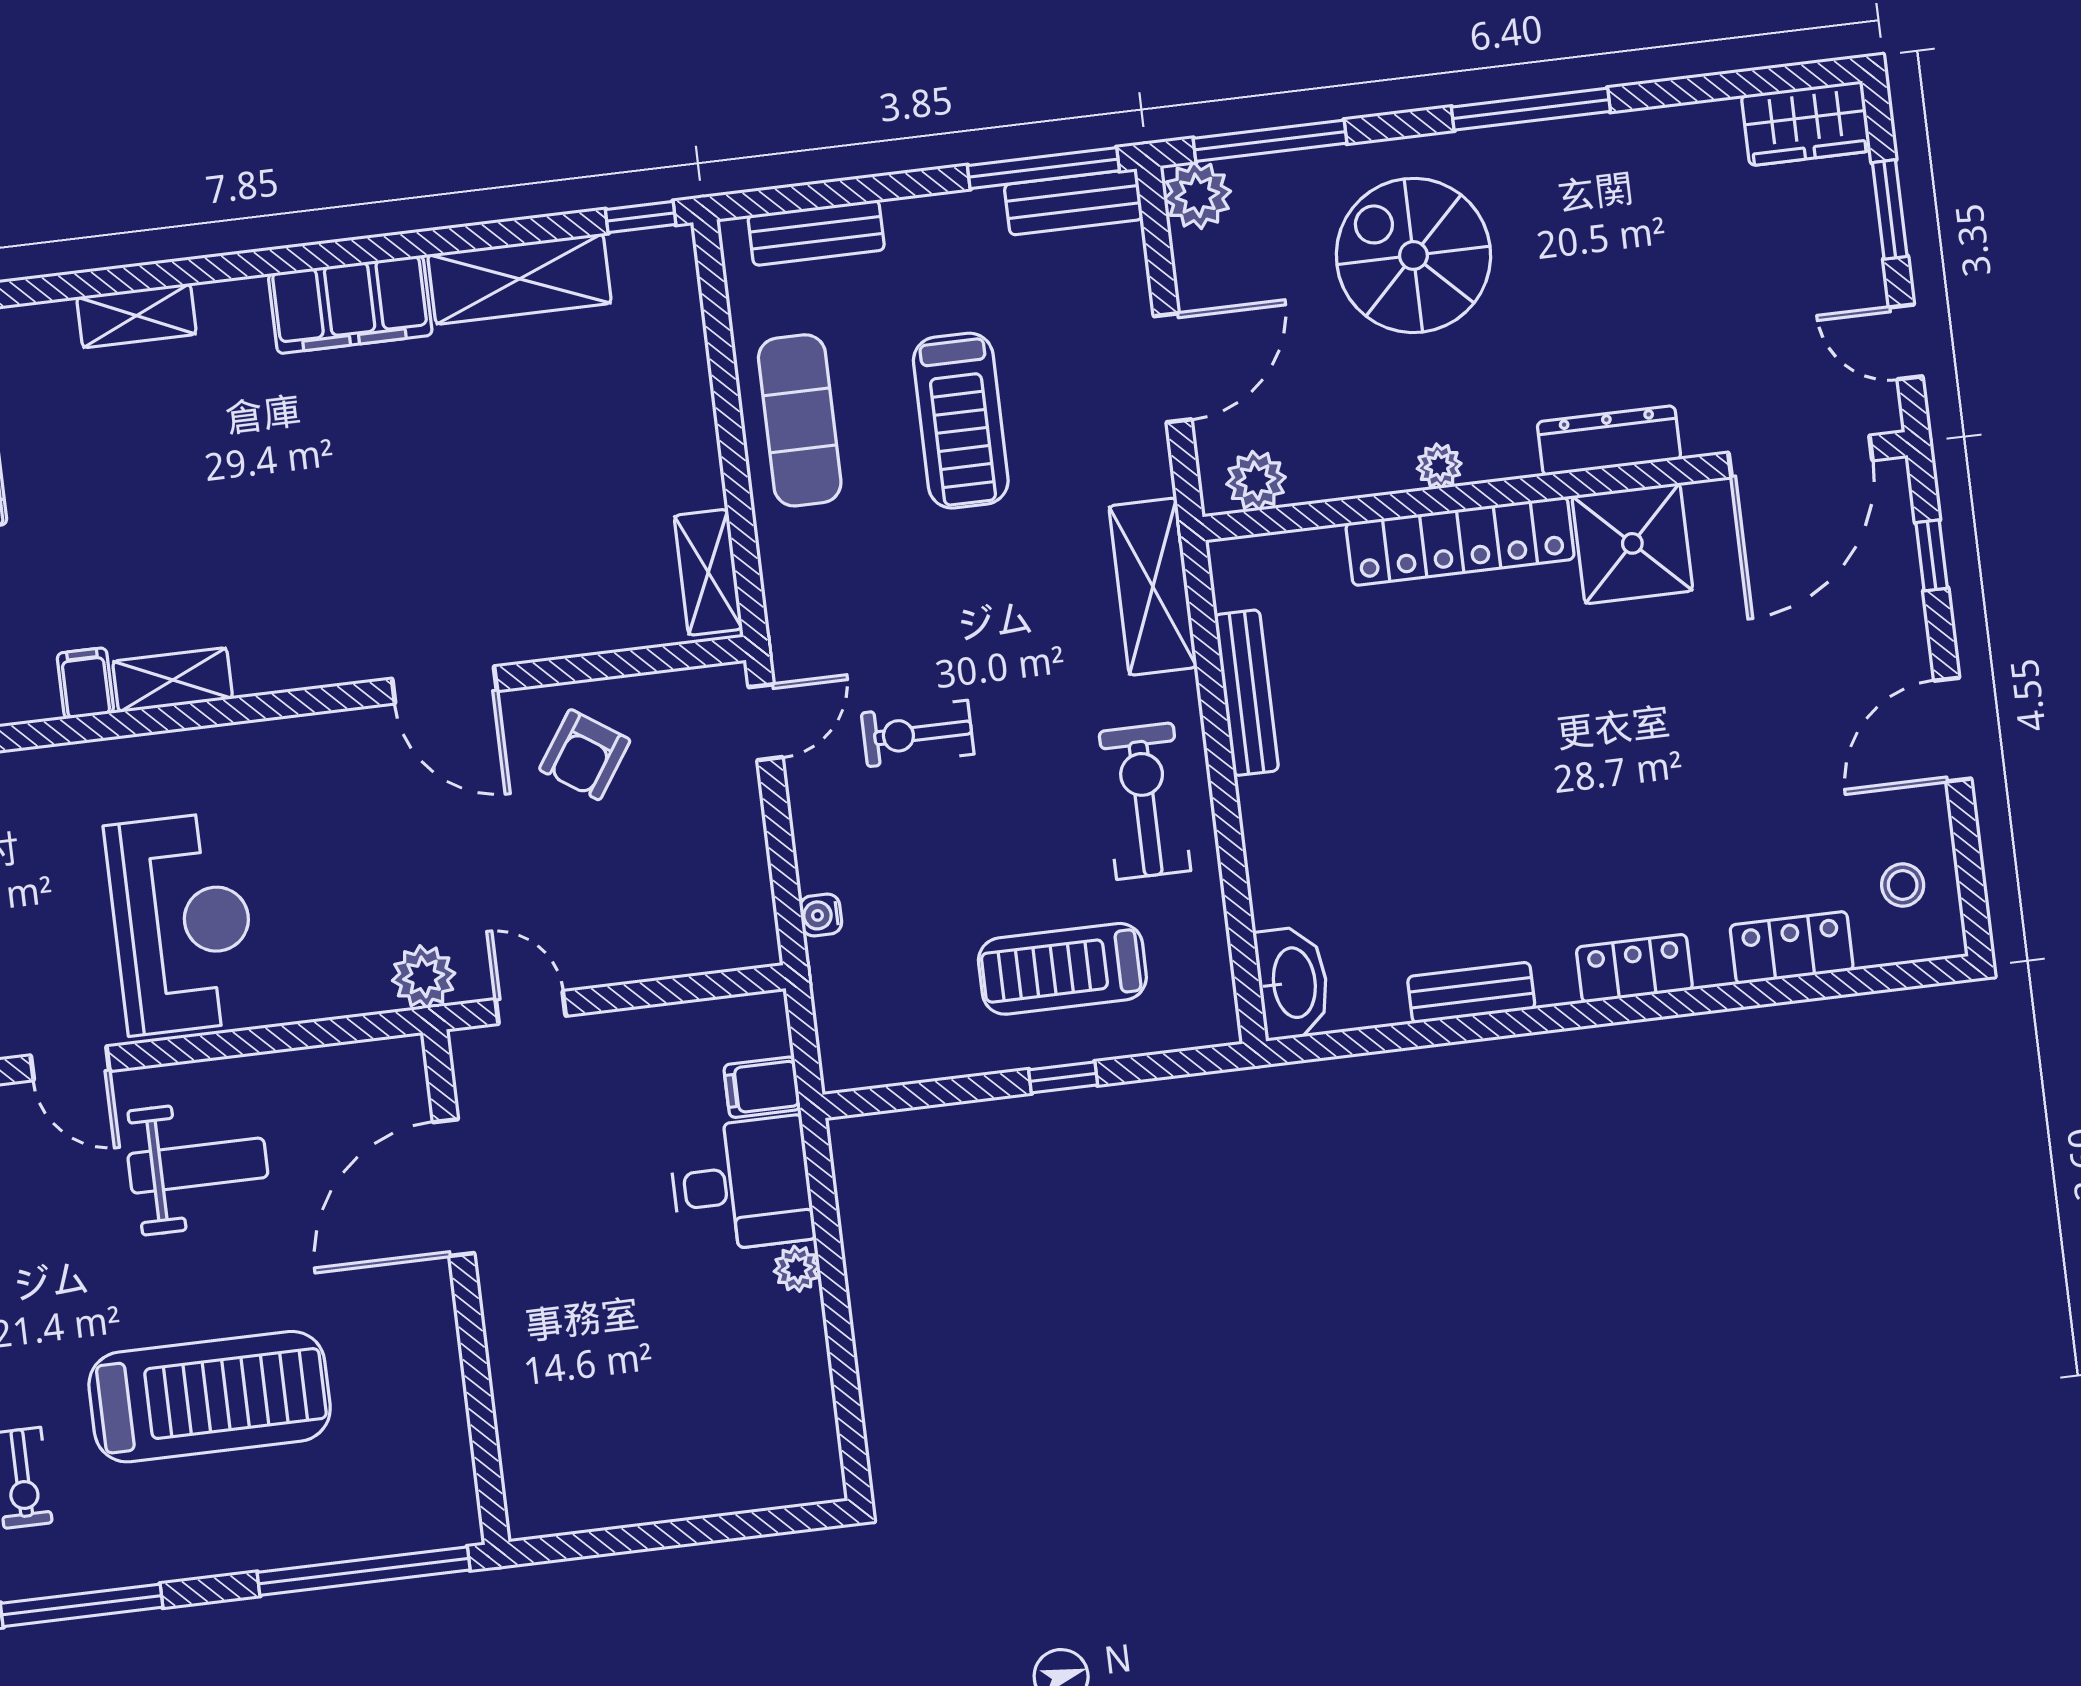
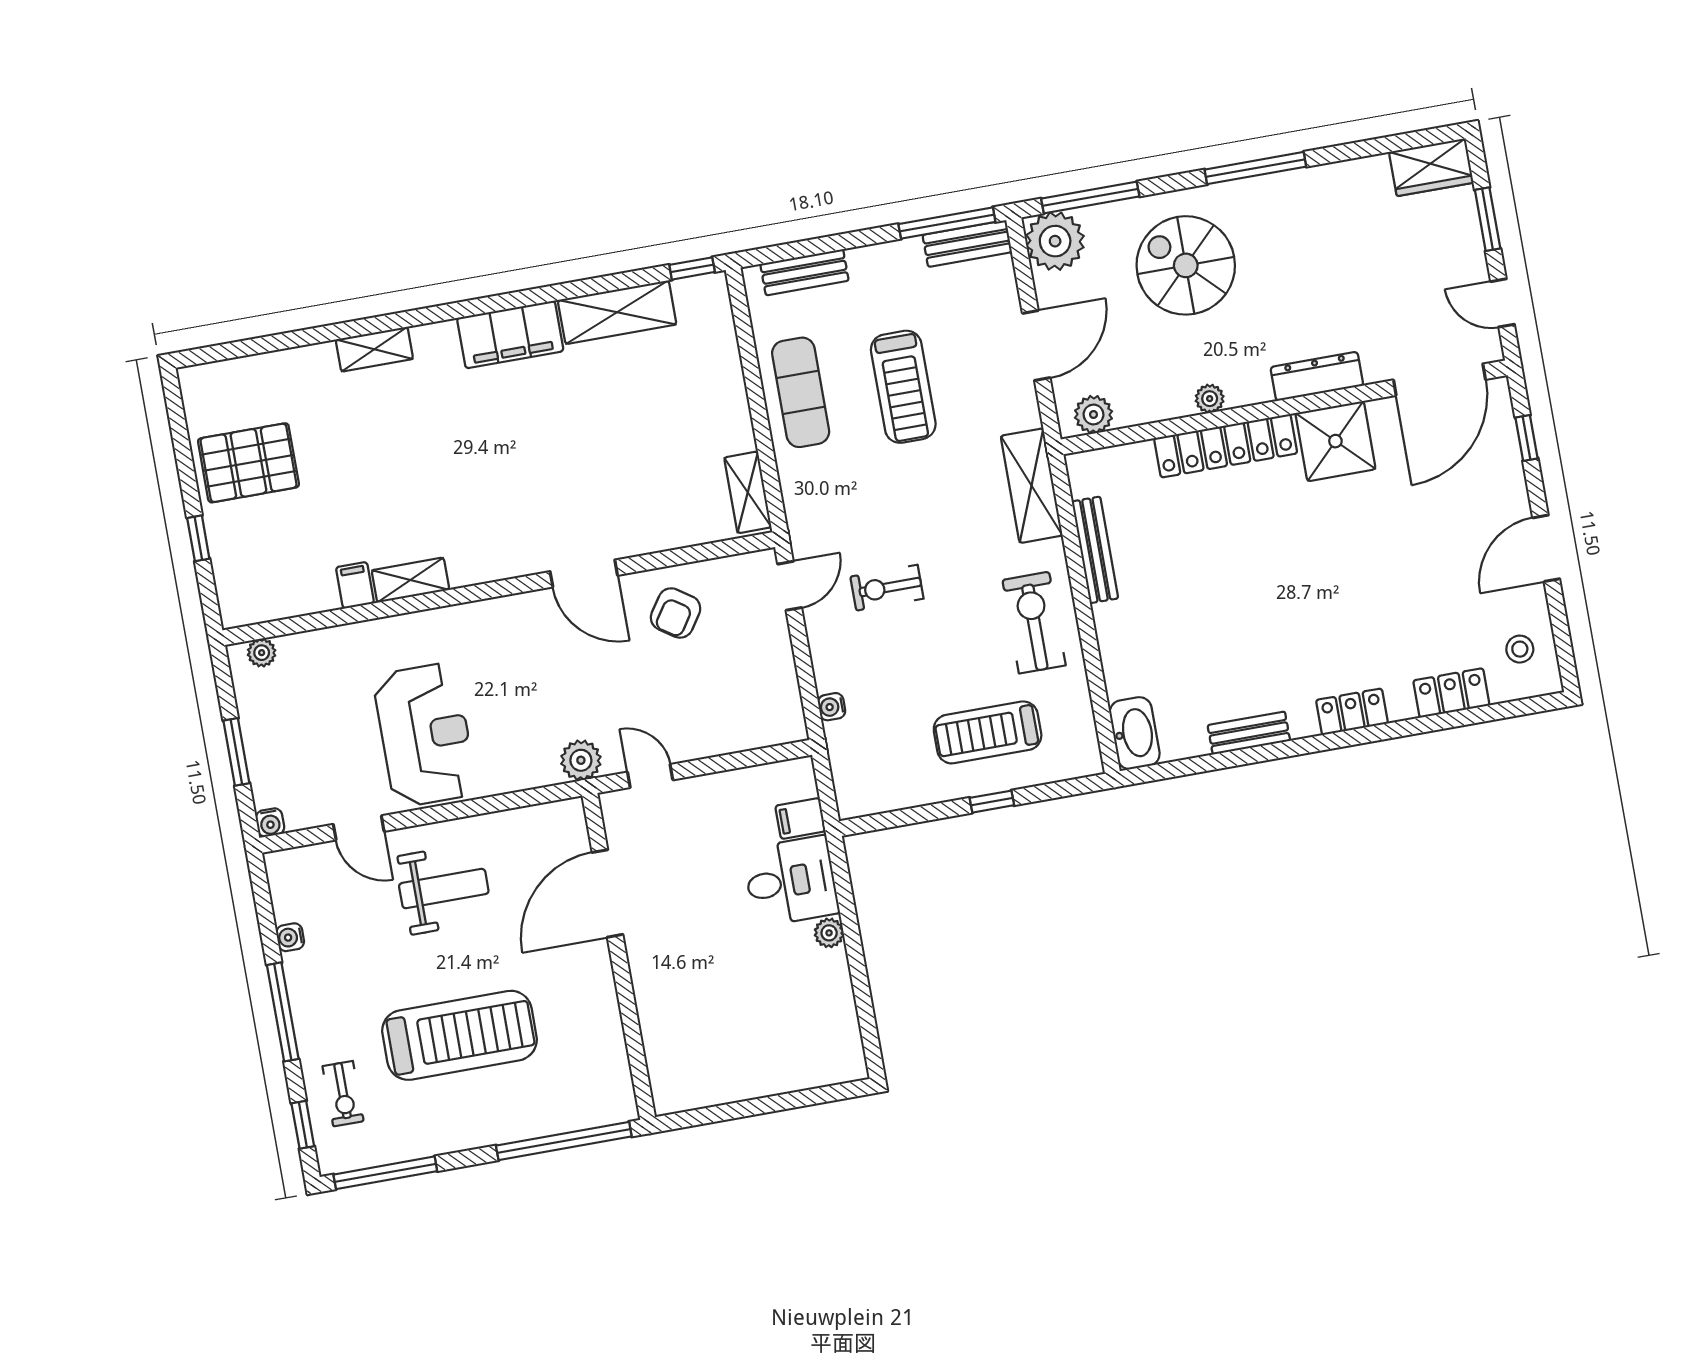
plant: (1197, 195) -> (1055, 241), width x1.36, depth x1.36

